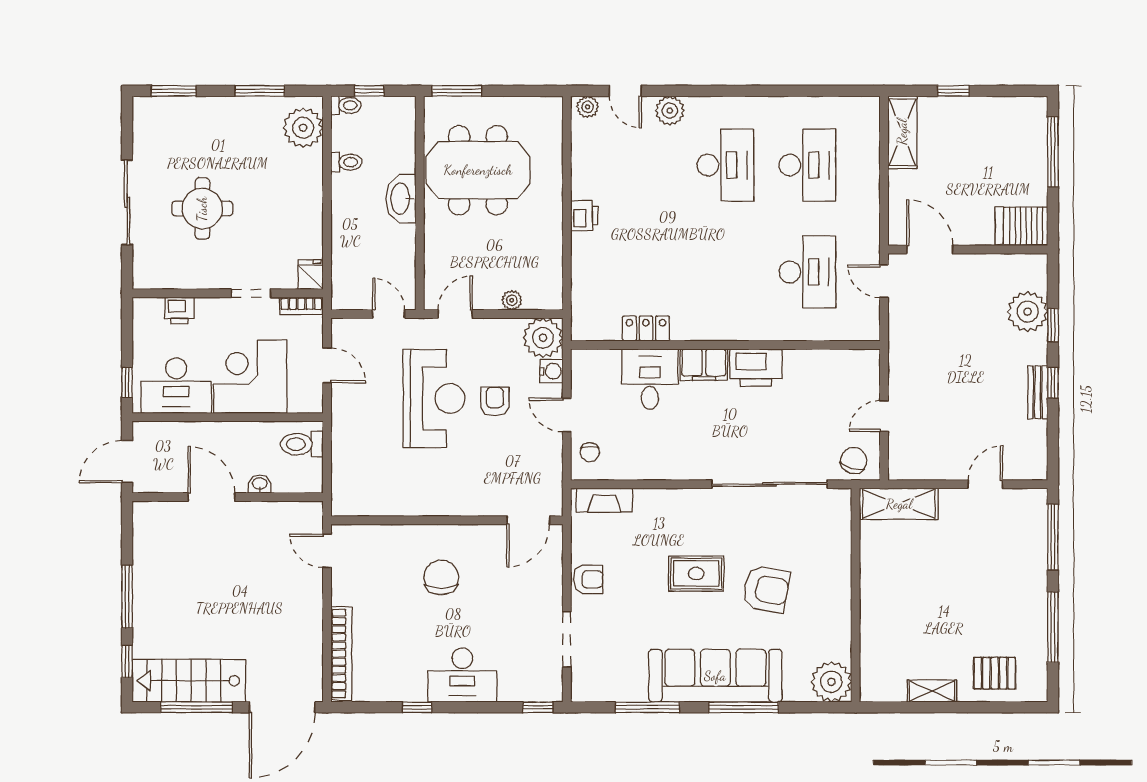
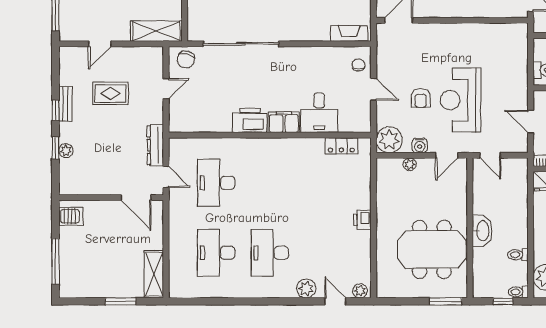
window: (953, 91) -> (121, 301), width x1.50
server rack: (1021, 226) -> (71, 216), width x0.73, depth x0.70
plant: (1028, 312) -> (66, 151), width x0.53, depth x0.53
locker: (646, 328) -> (341, 146), moved
dresser: (900, 329) -> (155, 145), added
water cooler: (551, 371) -> (420, 145), moved, turned -90
rug: (969, 409) -> (110, 93), added

